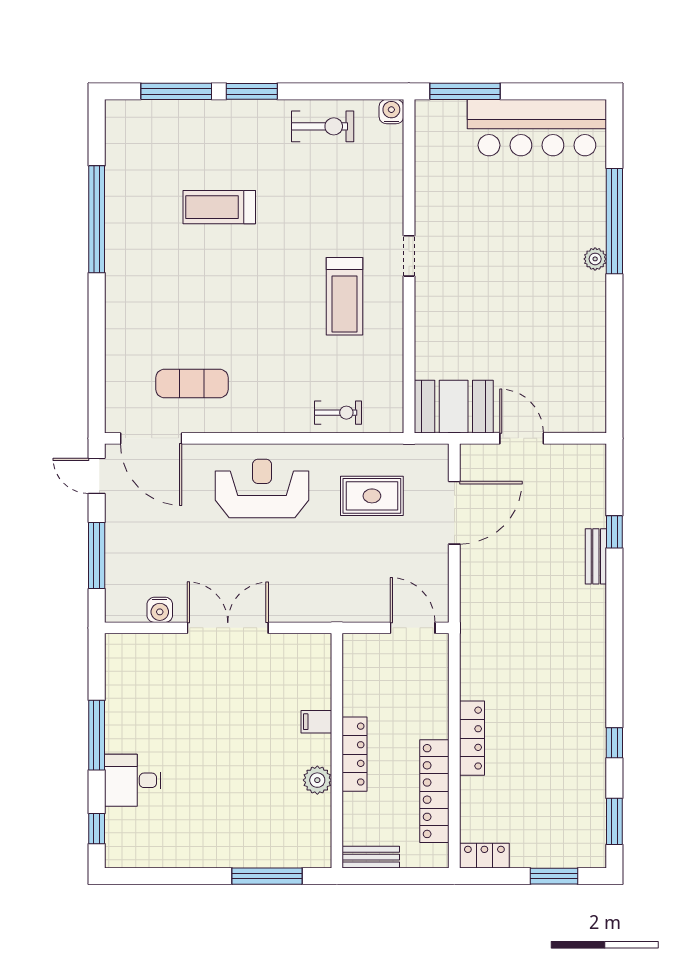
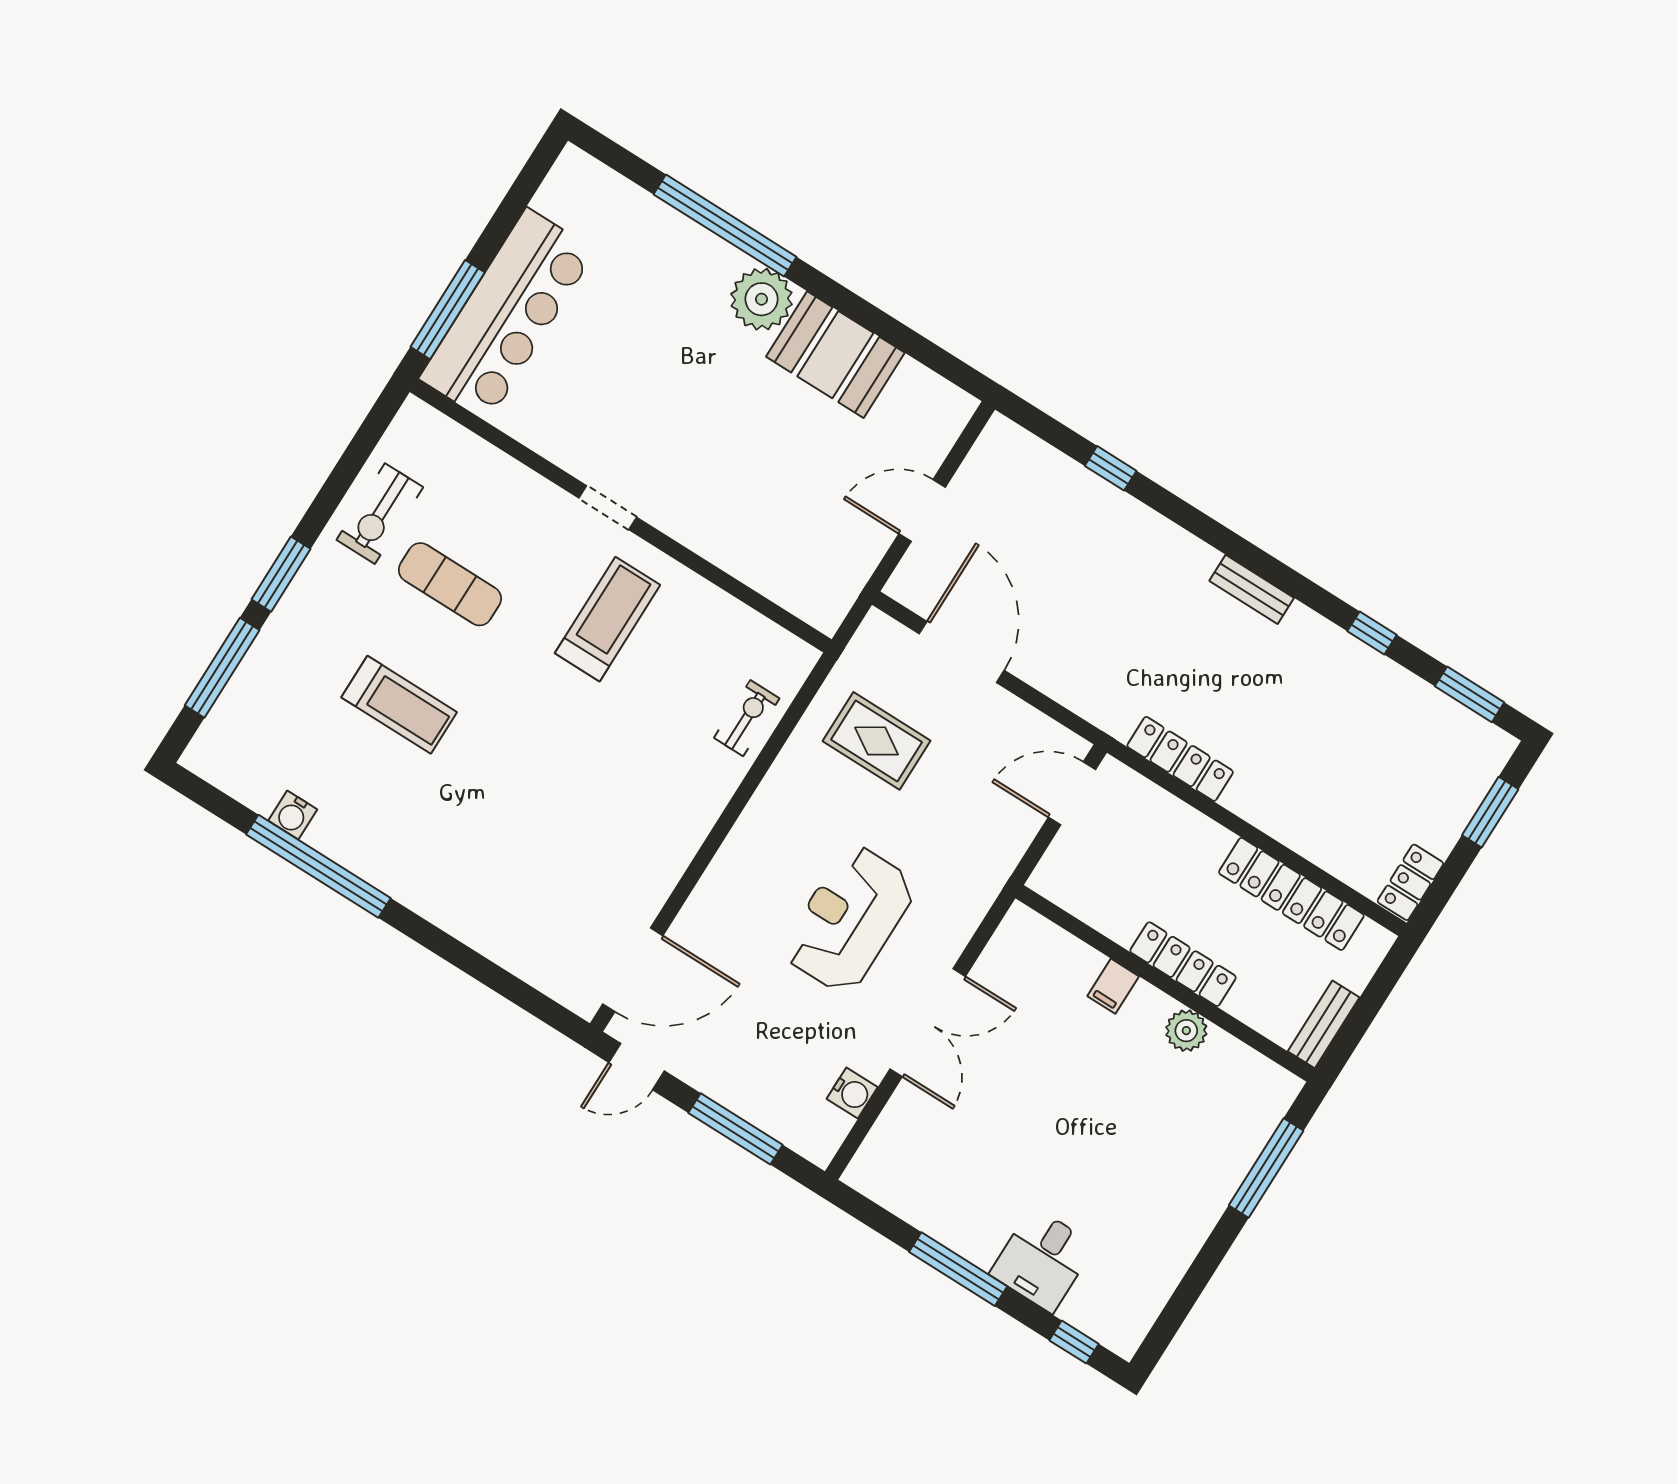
water cooler: (391, 112) -> (293, 815), moved, turned -90
exercise bike: (323, 126) -> (380, 514), turned 180
bar counter: (537, 128) -> (507, 315), moved
treadmill: (219, 207) -> (399, 705), turned -90
plant: (595, 259) -> (762, 299), width x1.88, depth x1.88
treadmill: (344, 296) -> (607, 619), turned -90
exercise mat: (192, 384) -> (450, 584), moved, turned 90
booth: (454, 407) -> (835, 355), moved, turned 90
reception desk: (262, 488) -> (849, 919), moved
rug: (372, 496) -> (877, 741), turned 90
bench: (596, 556) -> (1252, 589), moved
double door: (228, 628) -> (928, 1023), swing flipped
locker: (472, 738) -> (1180, 759), moved

